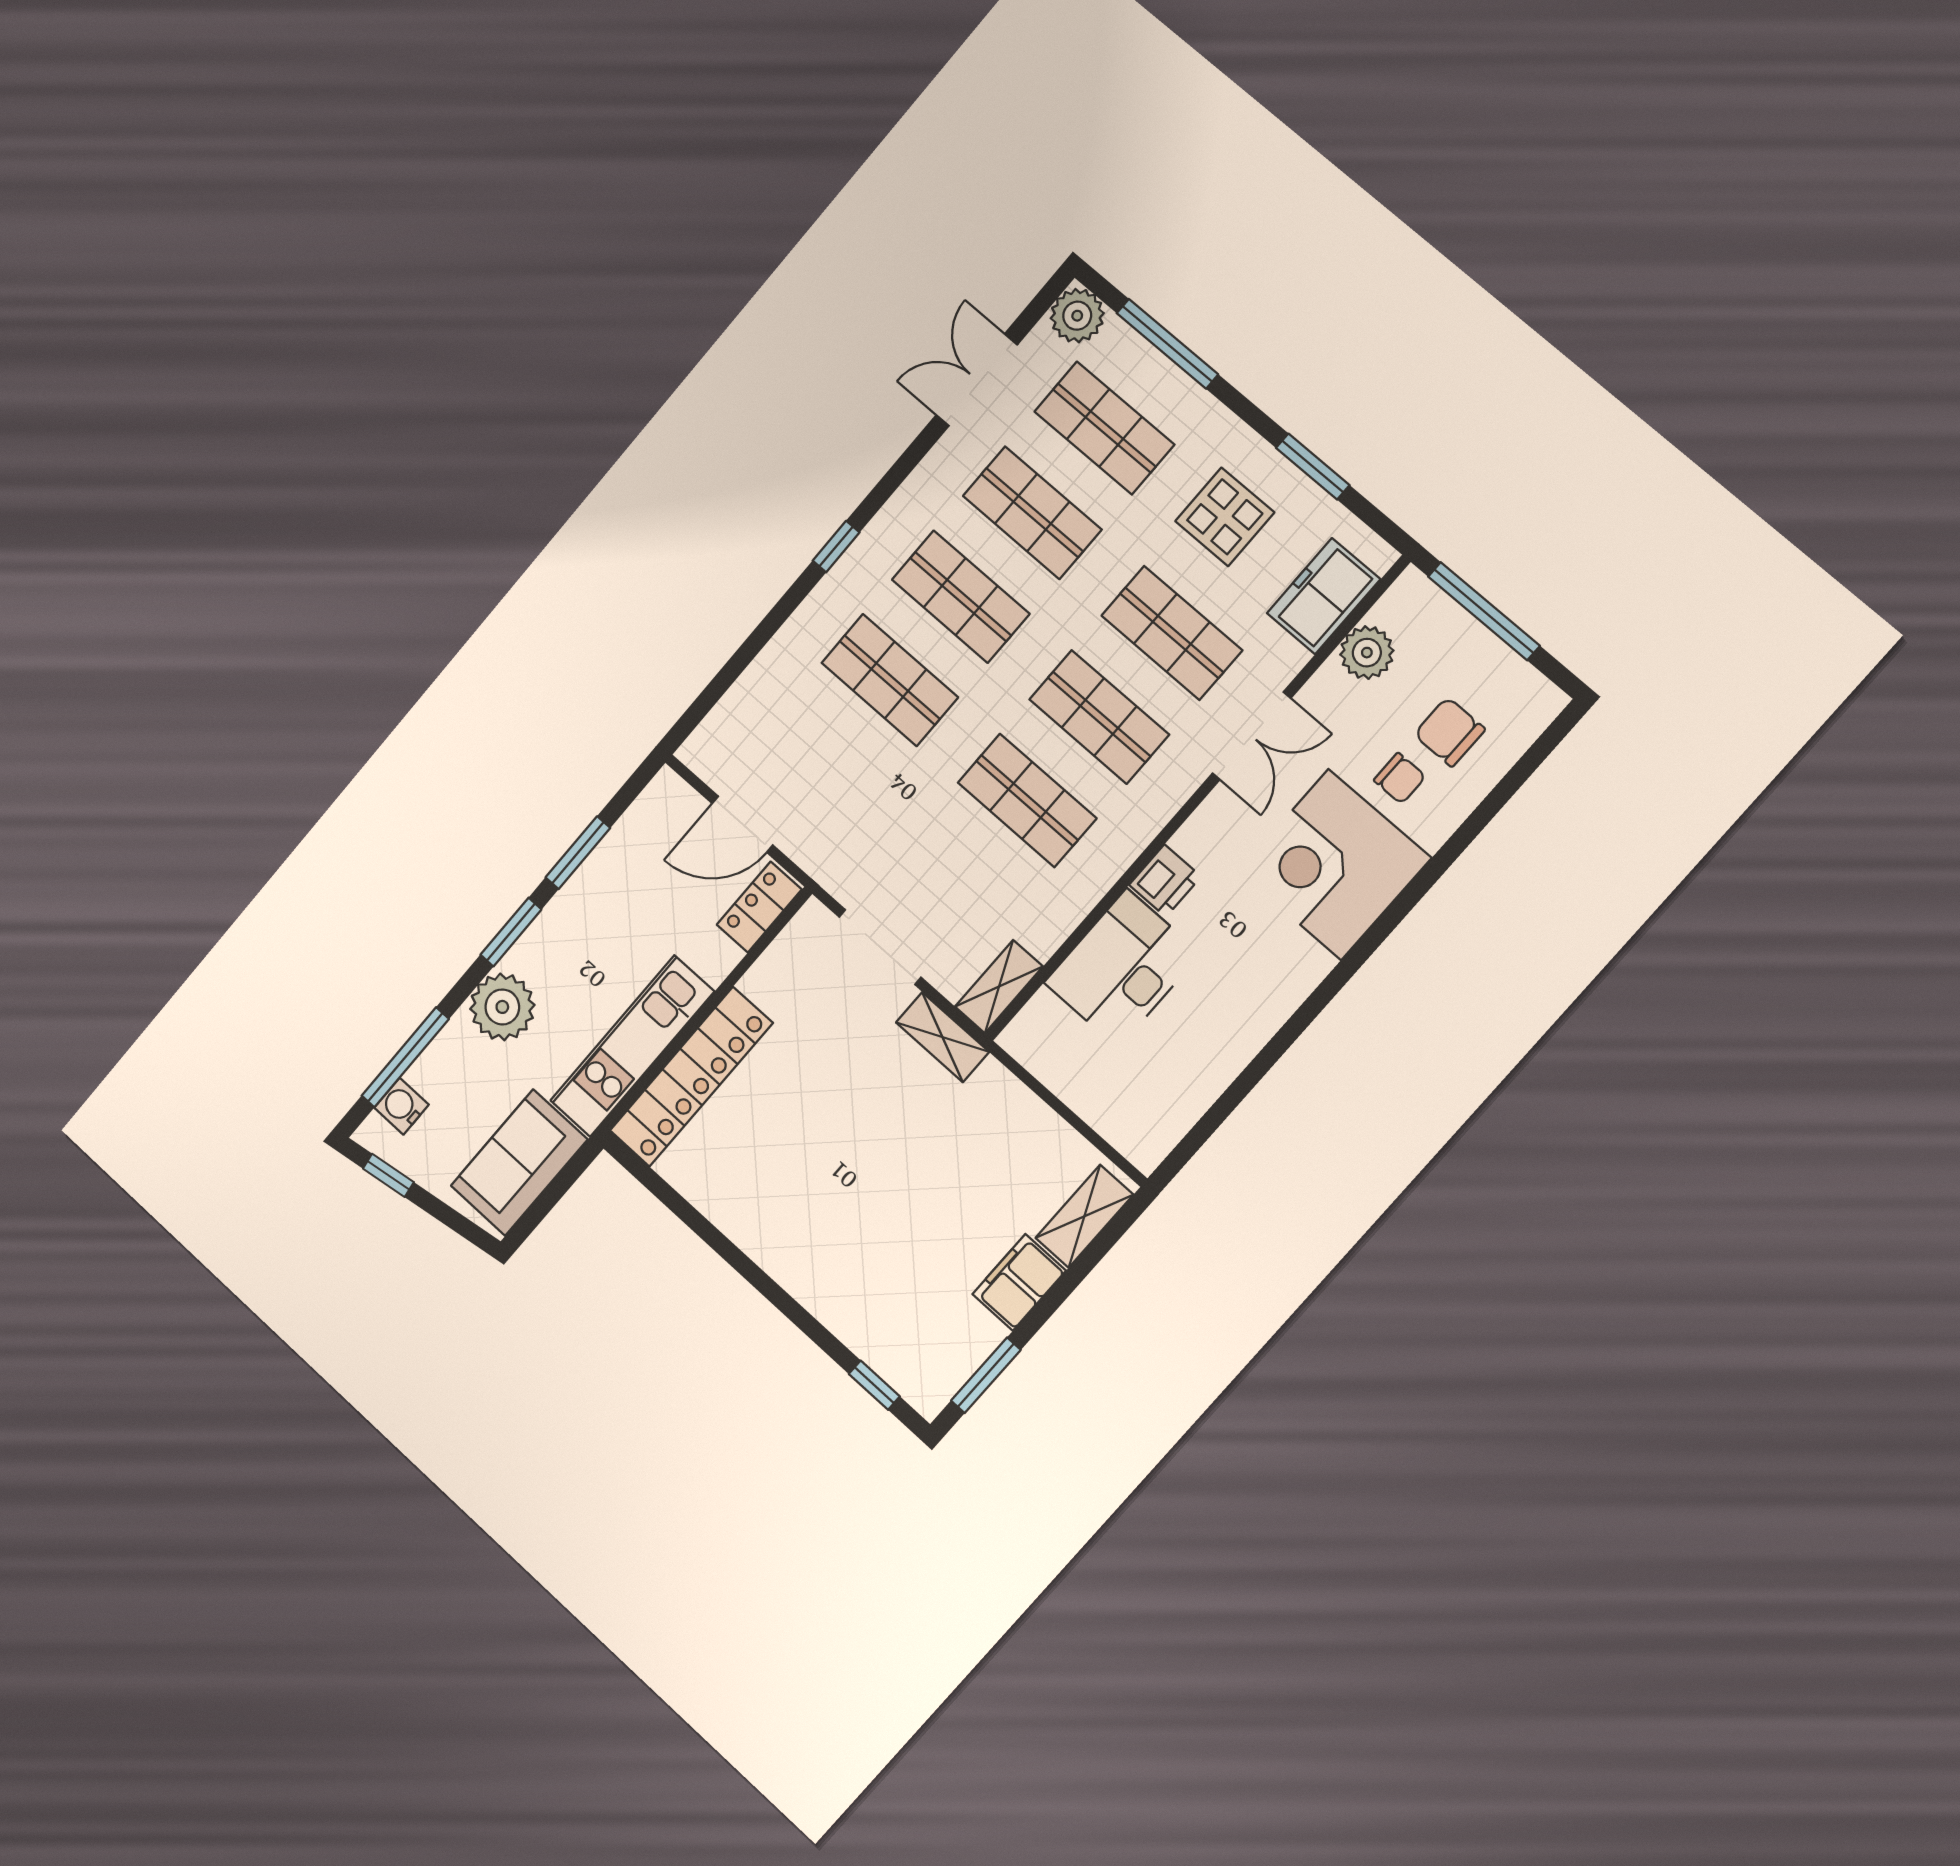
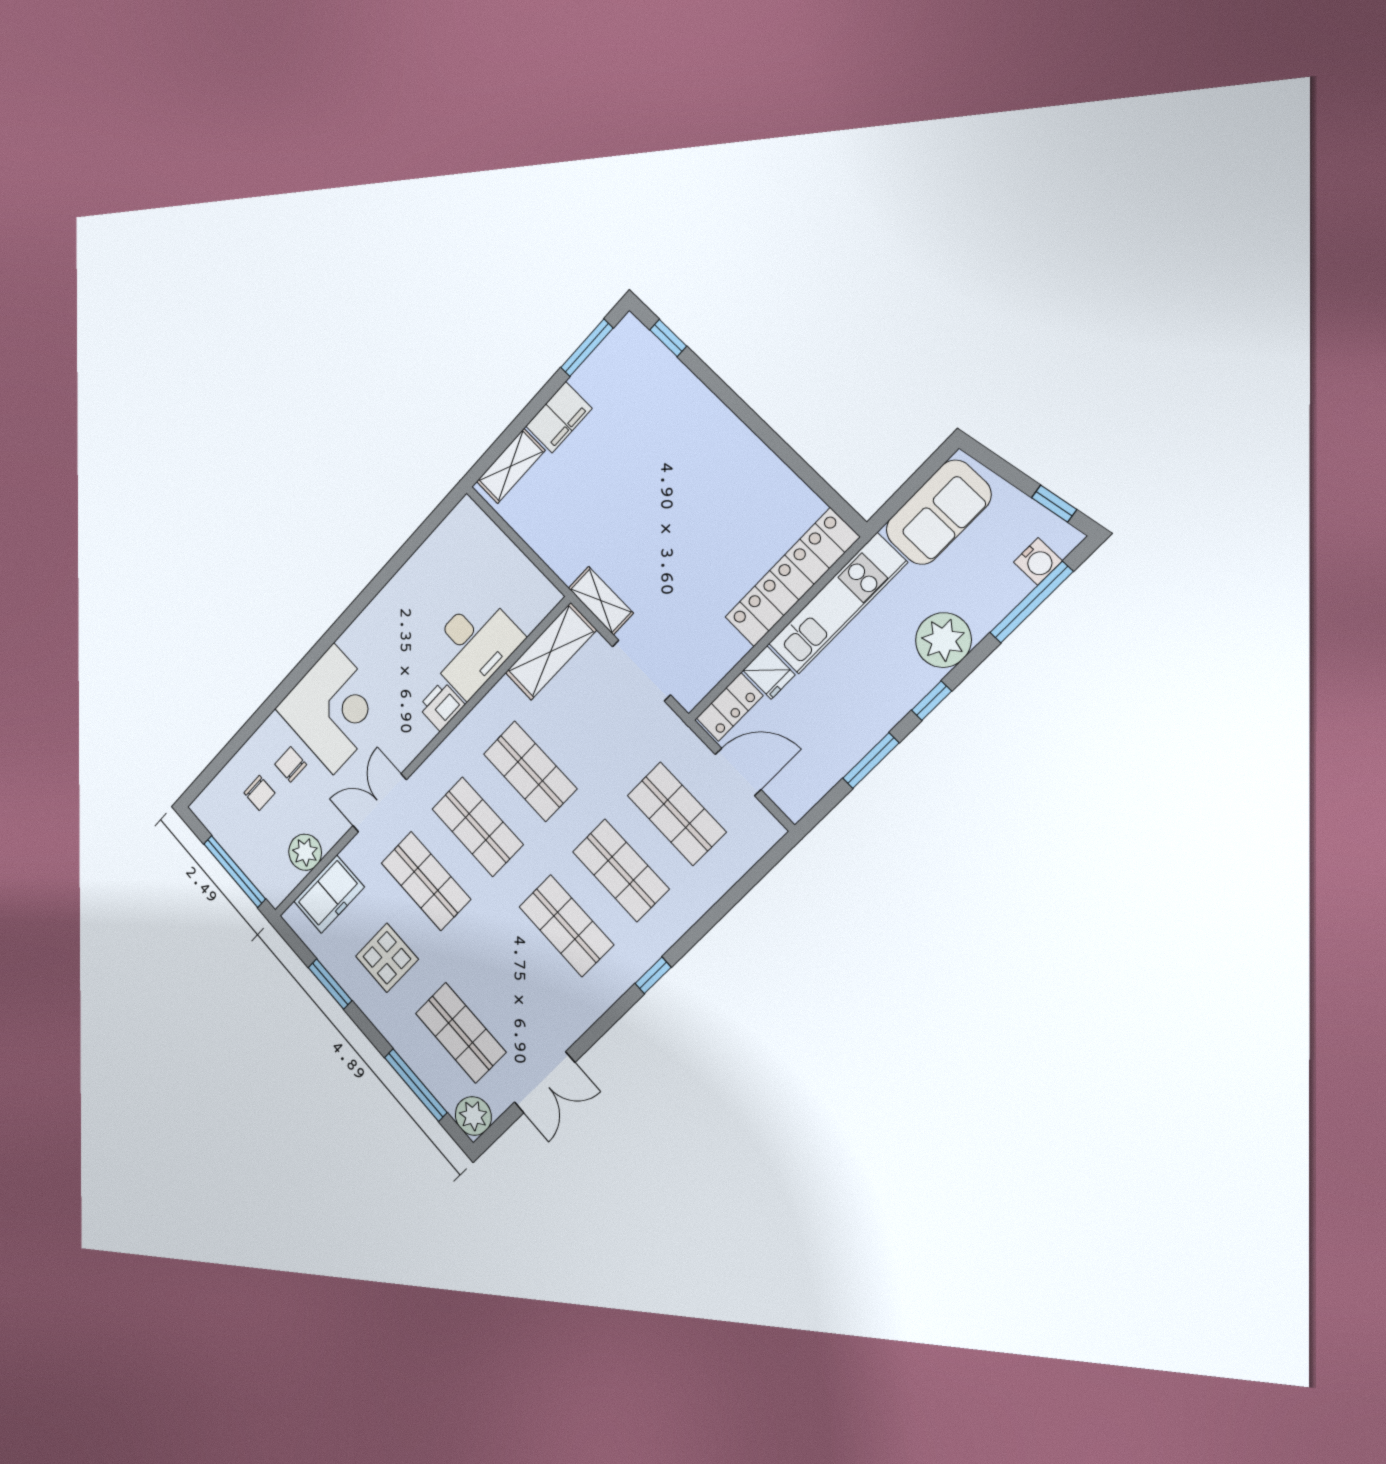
shop shelf: (1032, 513) -> (677, 814), moved
chair: (1449, 732) -> (259, 793), width x0.73, depth x0.73
window: (511, 932) -> (932, 701), width x0.67
fridge: (712, 955) -> (769, 673), added
shelving: (999, 987) -> (551, 651), width x1.50, depth x1.33

